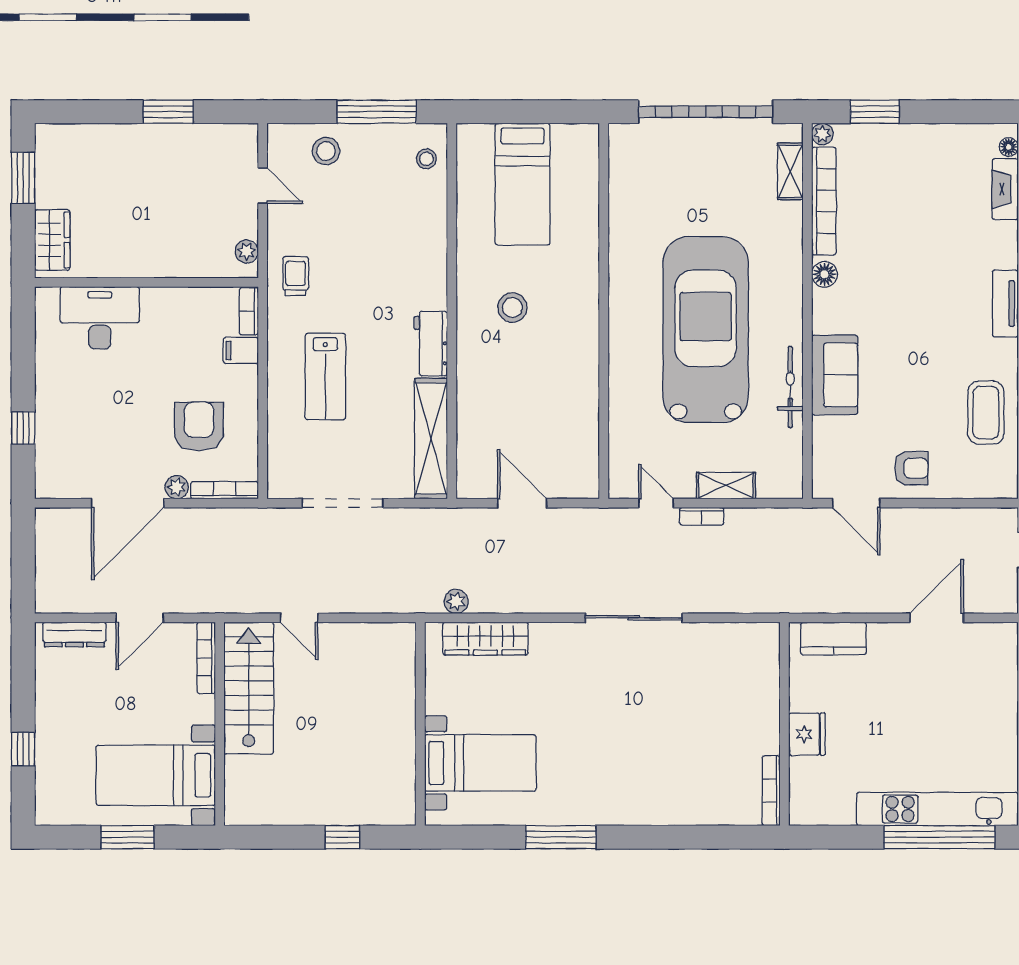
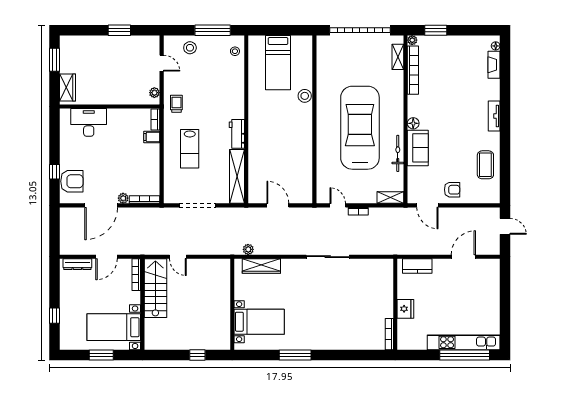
floor lamp: (824, 274) -> (413, 123), moved
stool: (512, 307) -> (305, 96), moved
armchair: (199, 427) -> (72, 181), moved, turned 90
shelving: (726, 486) -> (390, 197), moved

